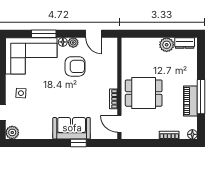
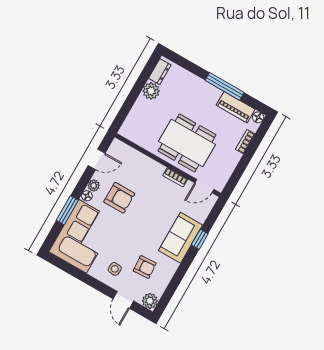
armchair: (75, 66) -> (119, 198), turned 90
dining table: (144, 93) -> (187, 143), width x1.38
piano: (190, 101) -> (236, 107), moved
armchair: (35, 114) -> (145, 267), added

